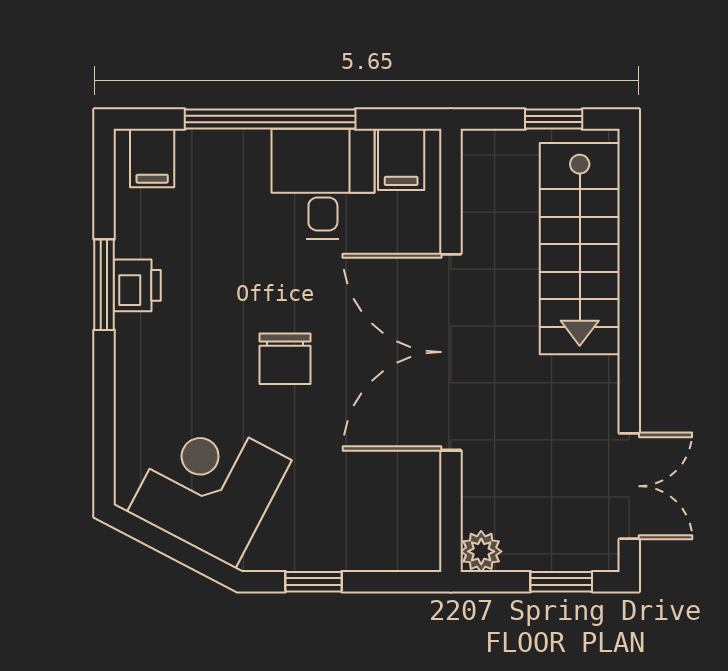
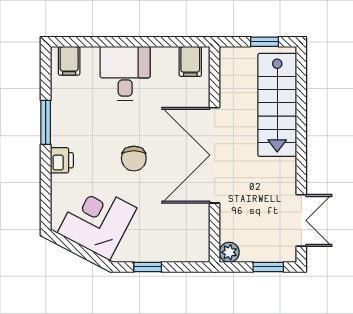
window: (270, 119) -> (126, 42), removed
desk: (323, 184) -> (125, 73), moved
printer: (137, 285) -> (62, 160), moved

